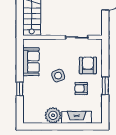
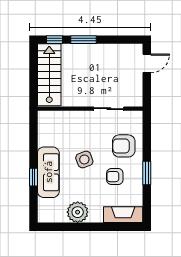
sofa: (31, 62) -> (48, 172), moved, width x1.36
armchair: (88, 65) -> (124, 146), turned -90
fireplace: (77, 117) -> (123, 215), moved

